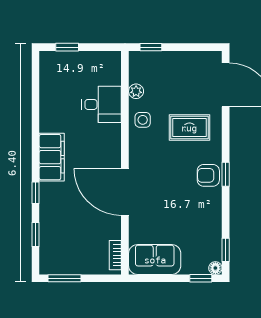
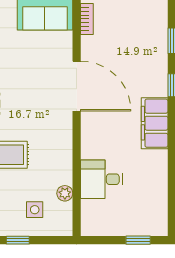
window: (151, 47) -> (18, 240), moved
side table: (143, 120) -> (35, 210), moved

